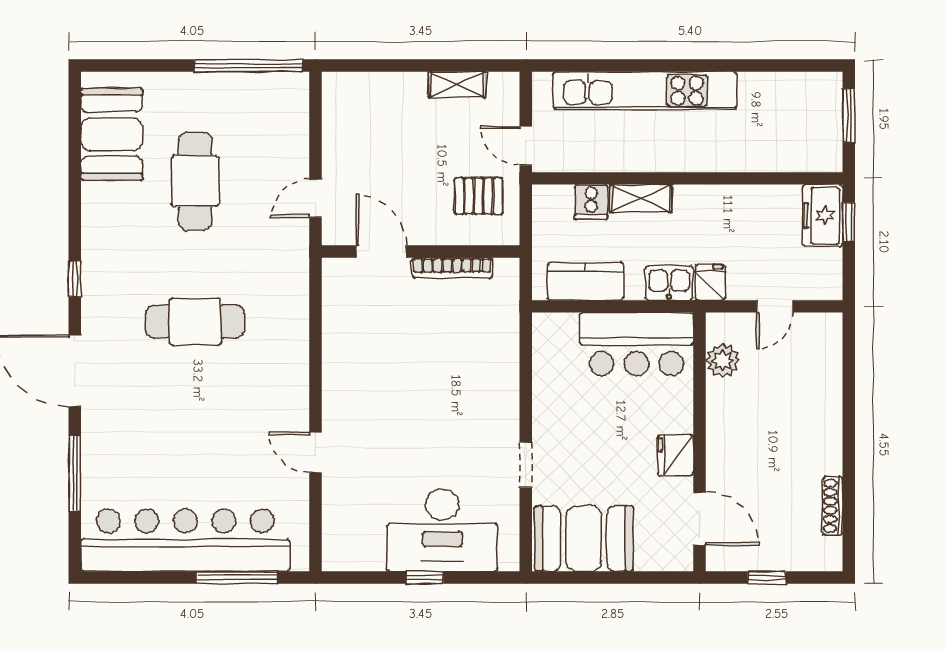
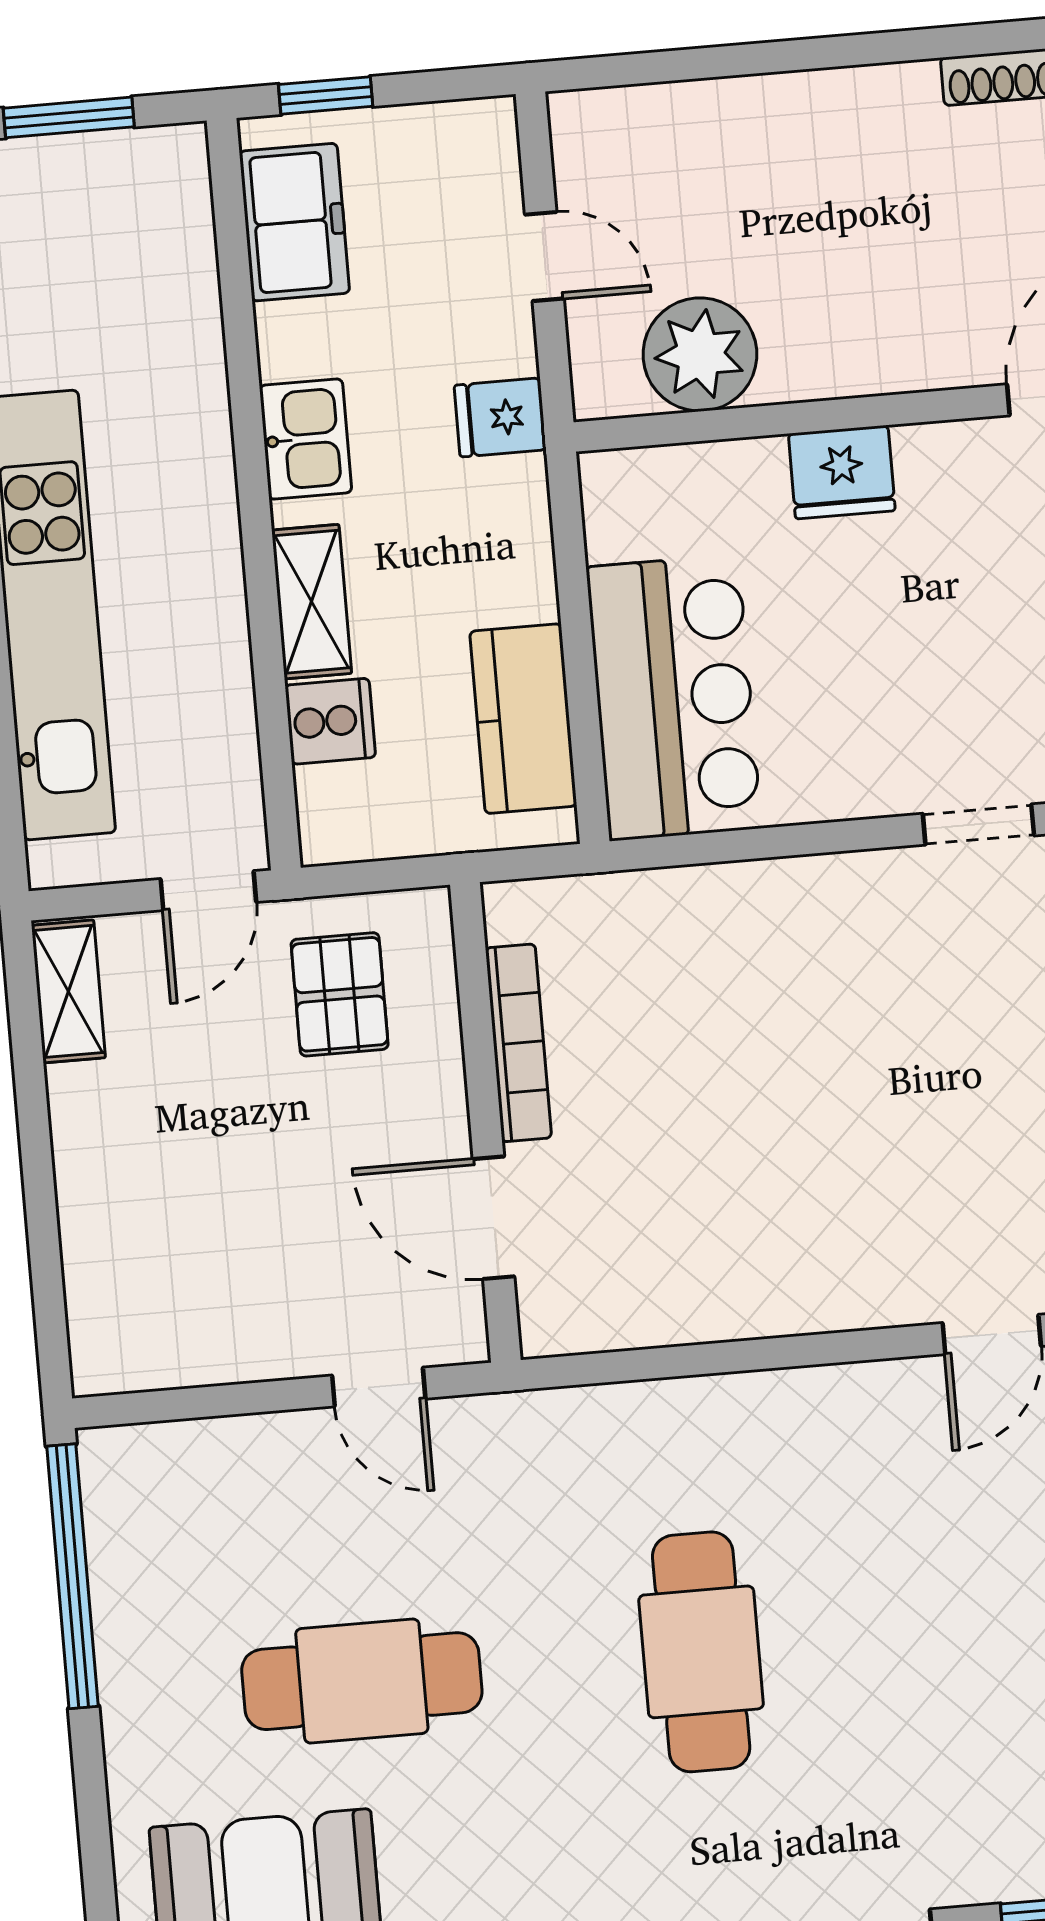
shelving: (457, 85) -> (68, 991), moved
freezer: (822, 216) -> (294, 222), moved, turned -90
door: (381, 251) -> (494, 1218), hinge flipped
kitchen sink: (669, 283) -> (306, 439), moved, turned 180
bar counter: (637, 344) -> (674, 698), moved
plant: (723, 361) -> (700, 354), width x1.36, depth x1.36
fridge: (676, 455) -> (842, 472), moved

